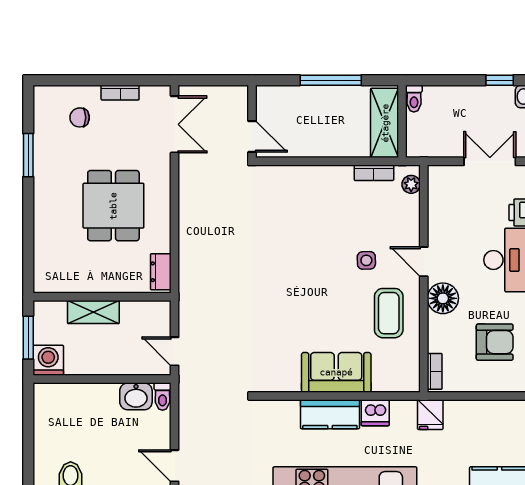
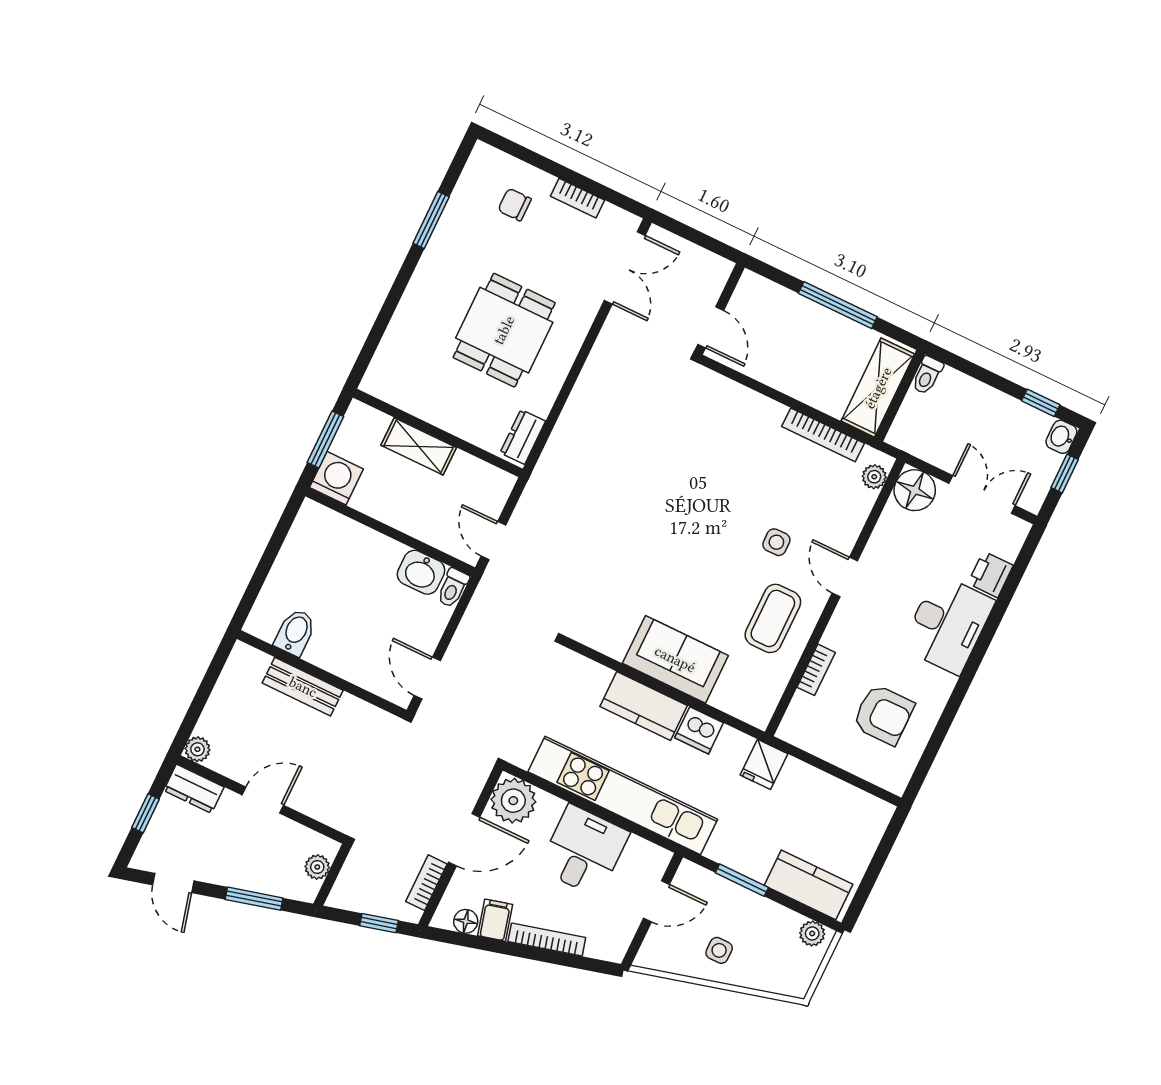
bookcase: (374, 173) -> (823, 435), width x1.56
floor lamp: (443, 298) -> (915, 490), moved
bookcase: (435, 371) -> (816, 670), moved

